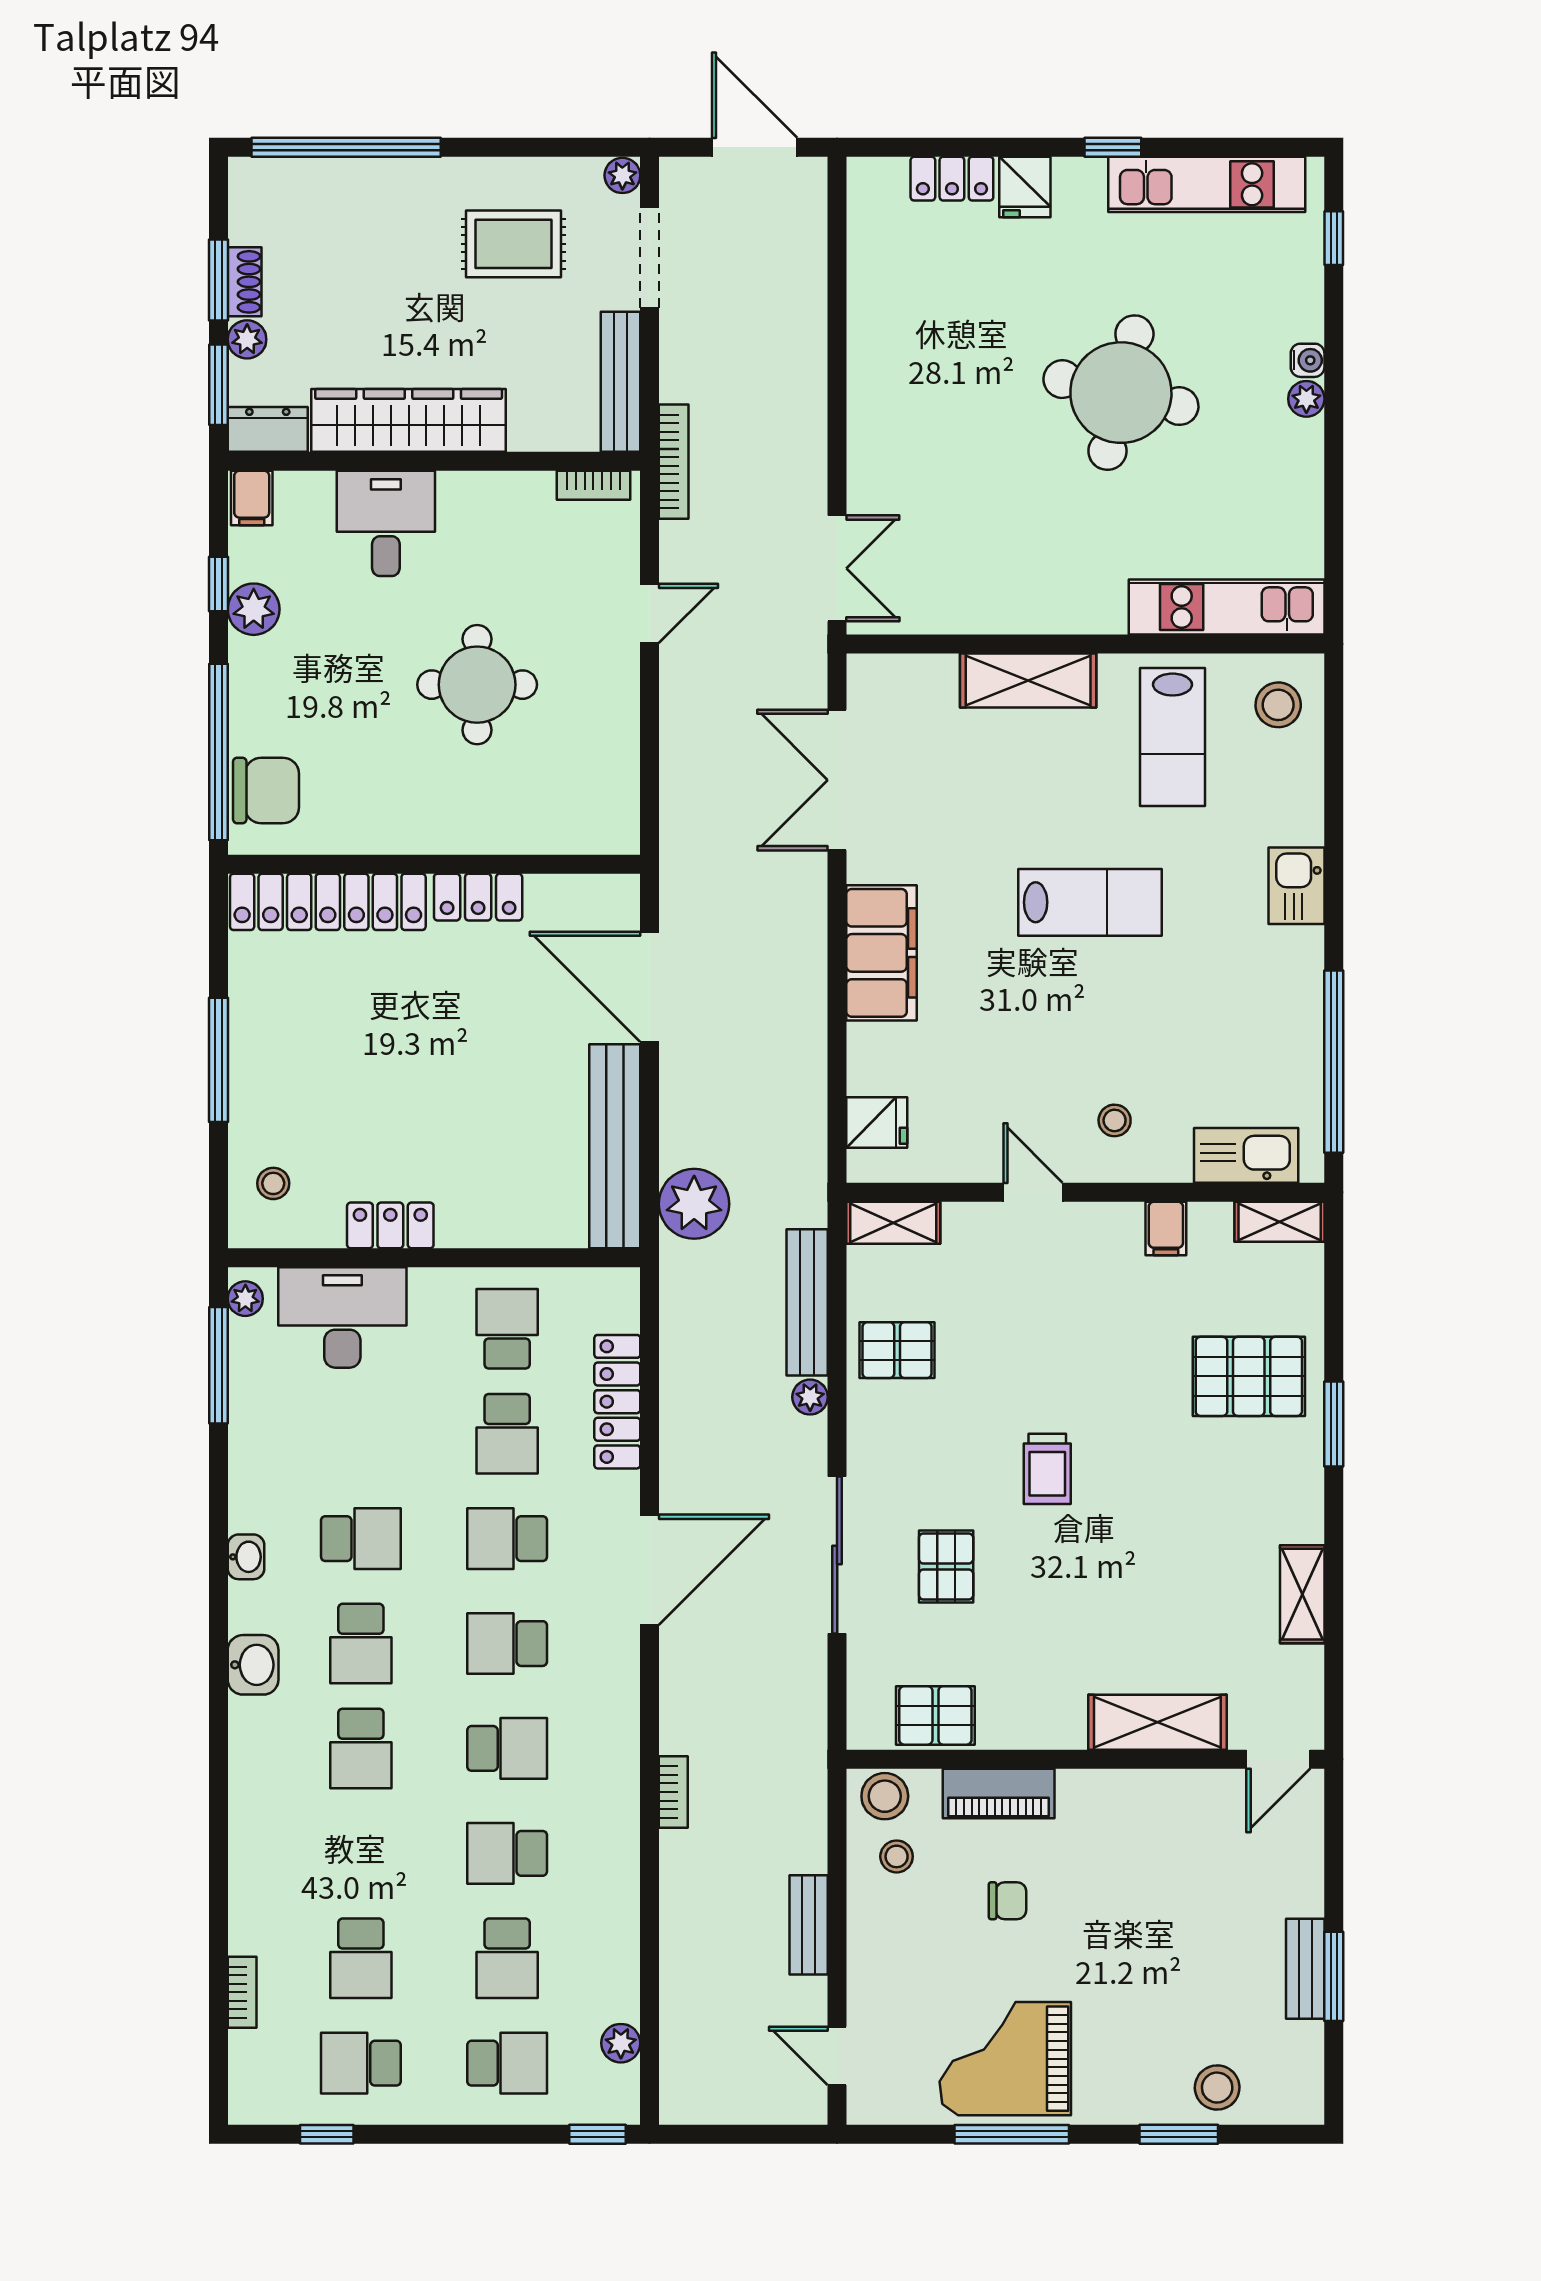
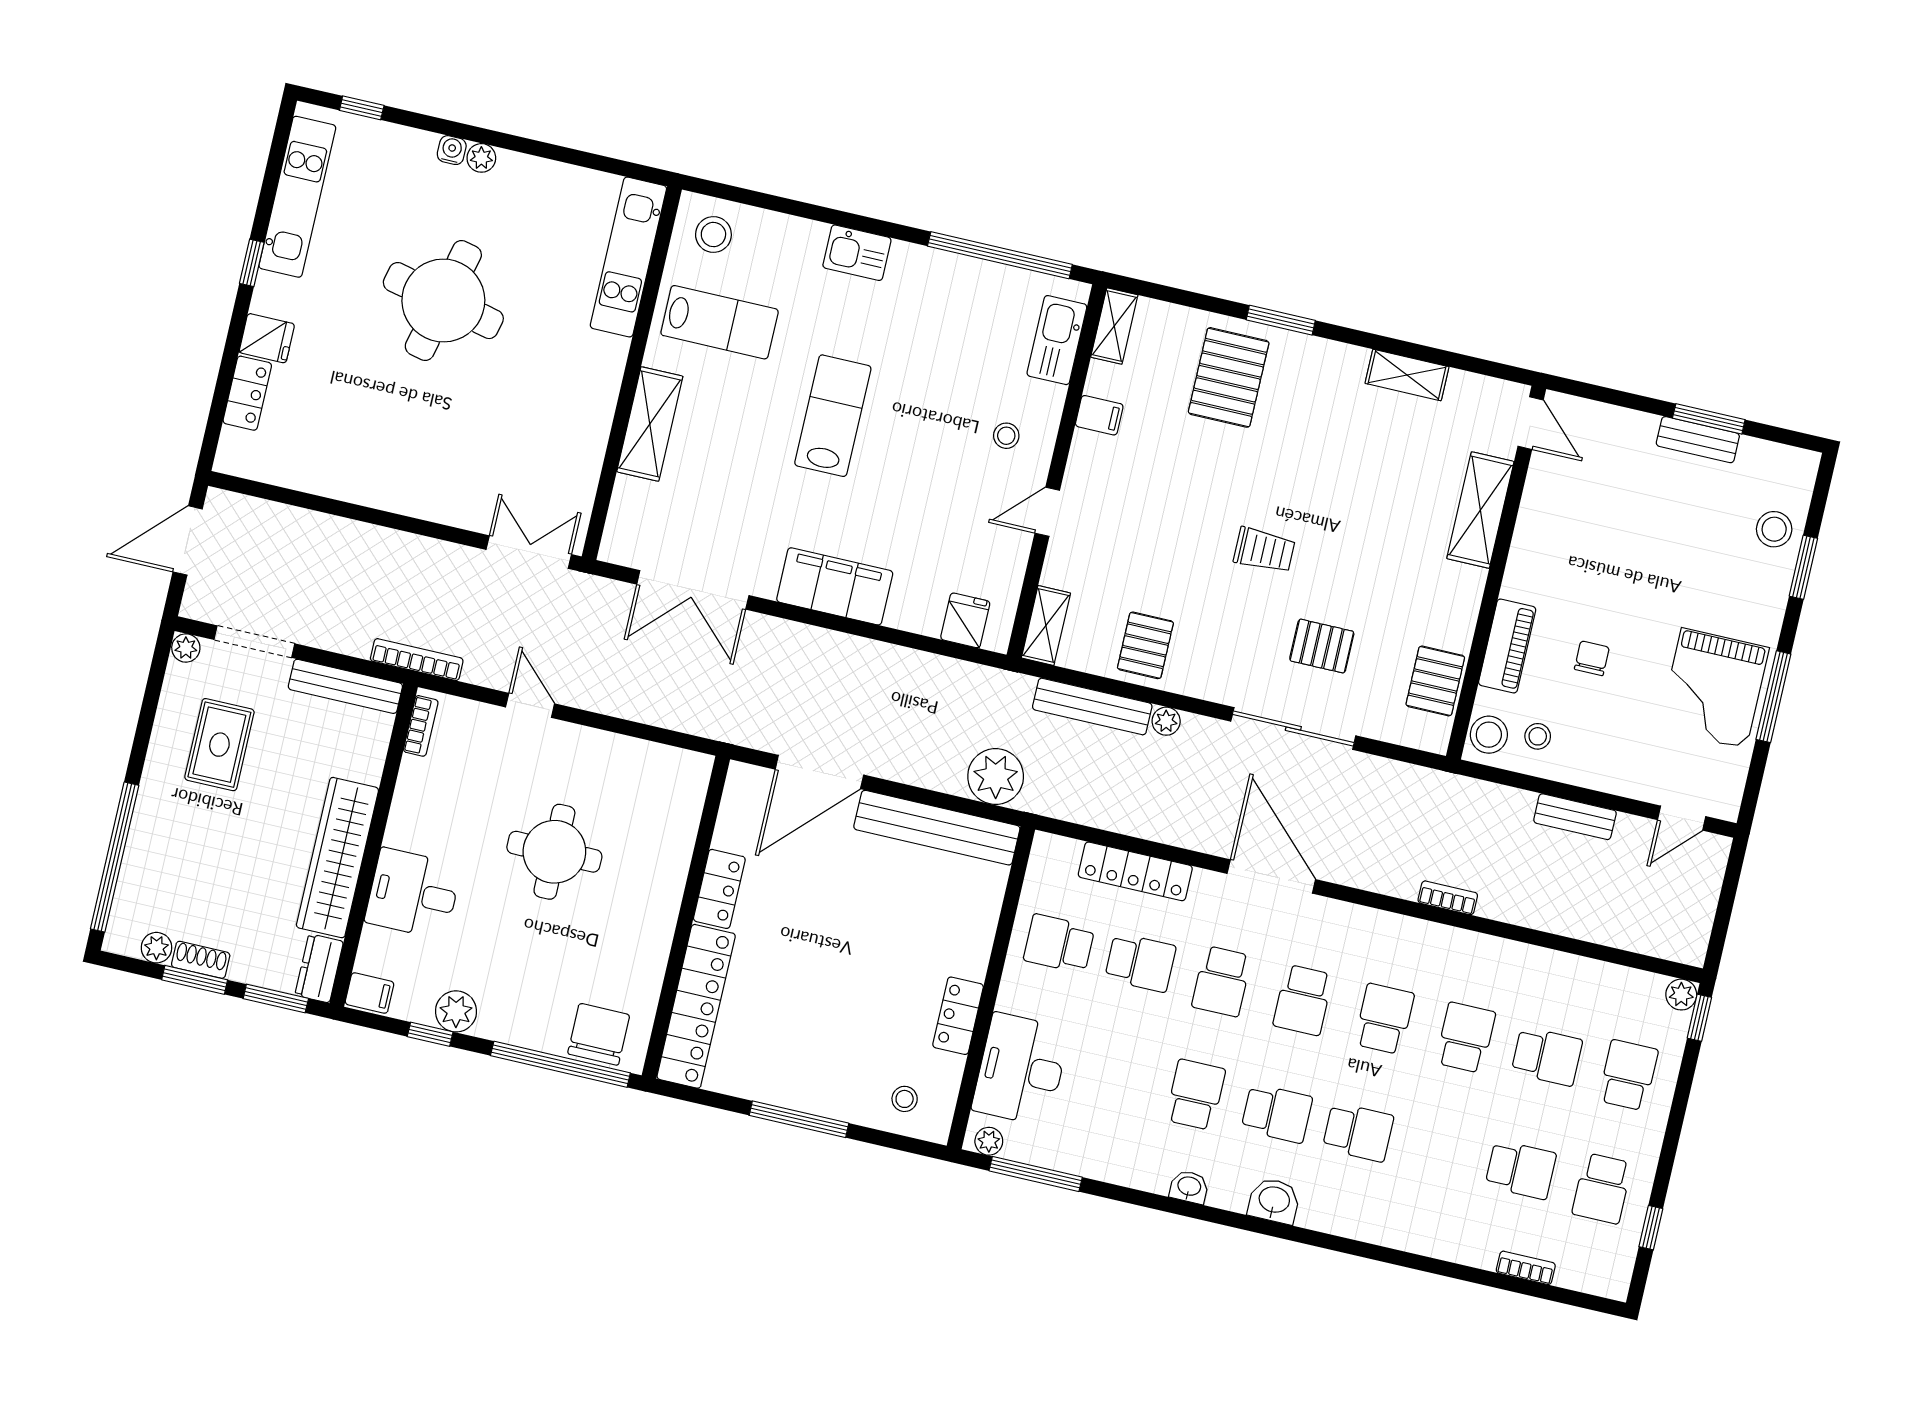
plant: (247, 339) -> (157, 948), moved
school desk: (507, 1853) -> (1466, 1038), turned 180
plant: (621, 2043) -> (1681, 995), moved

